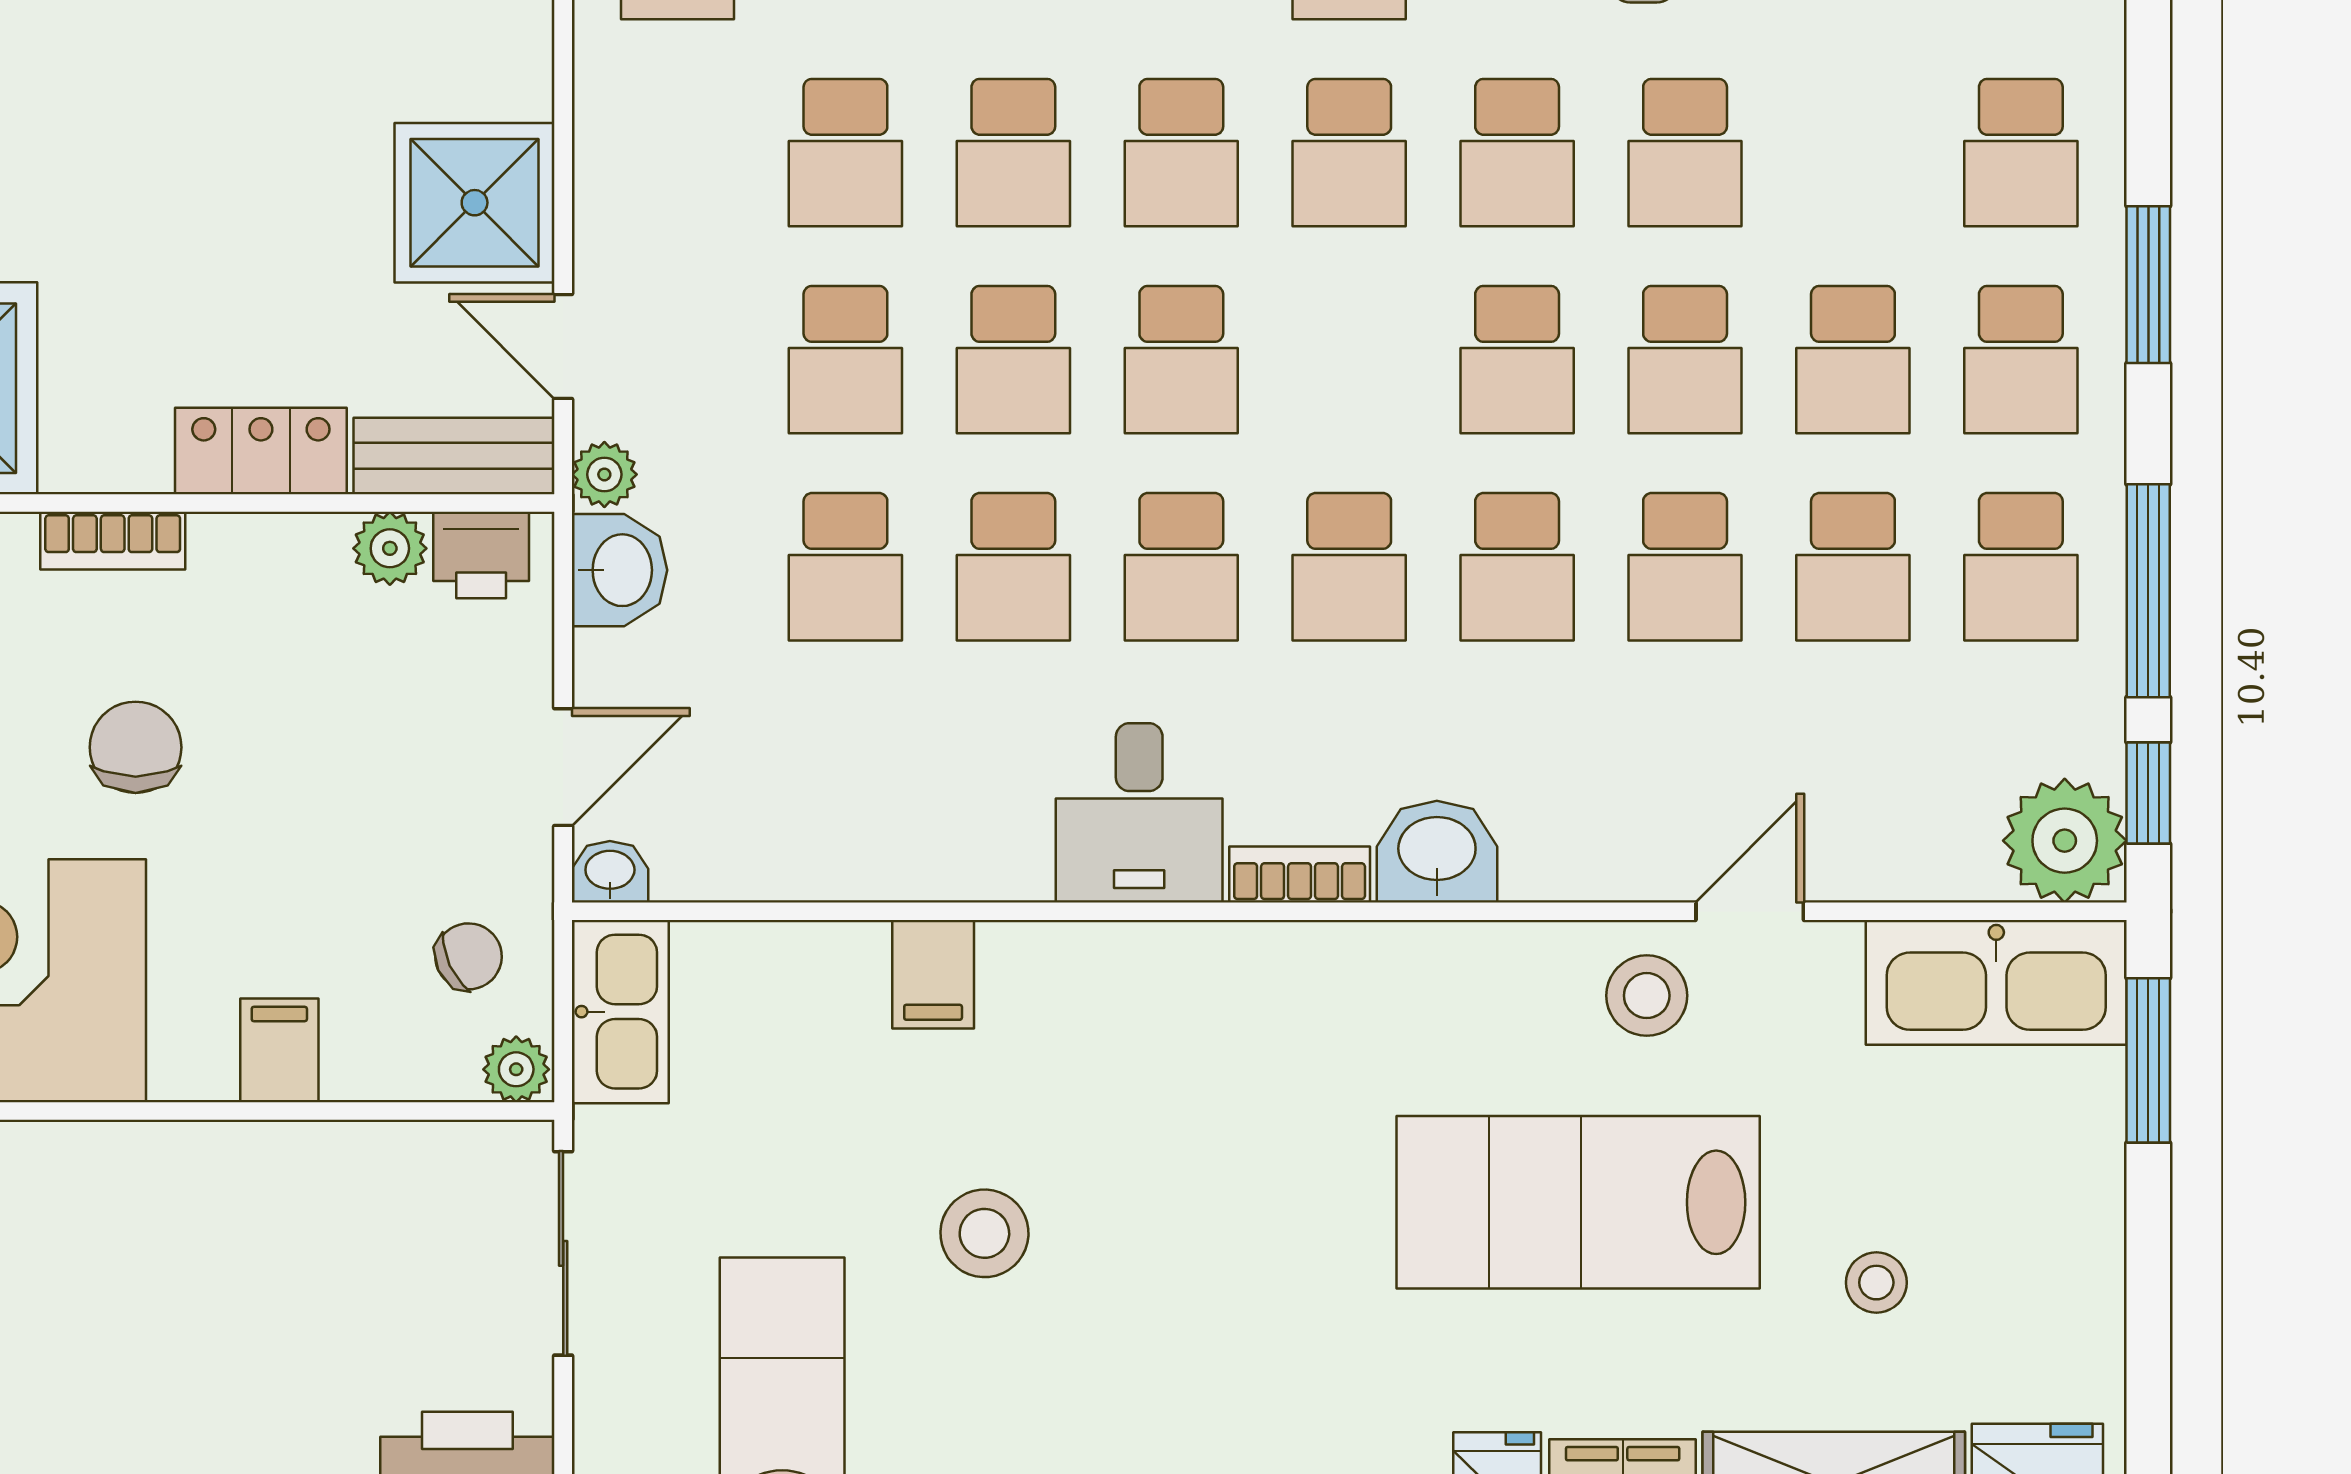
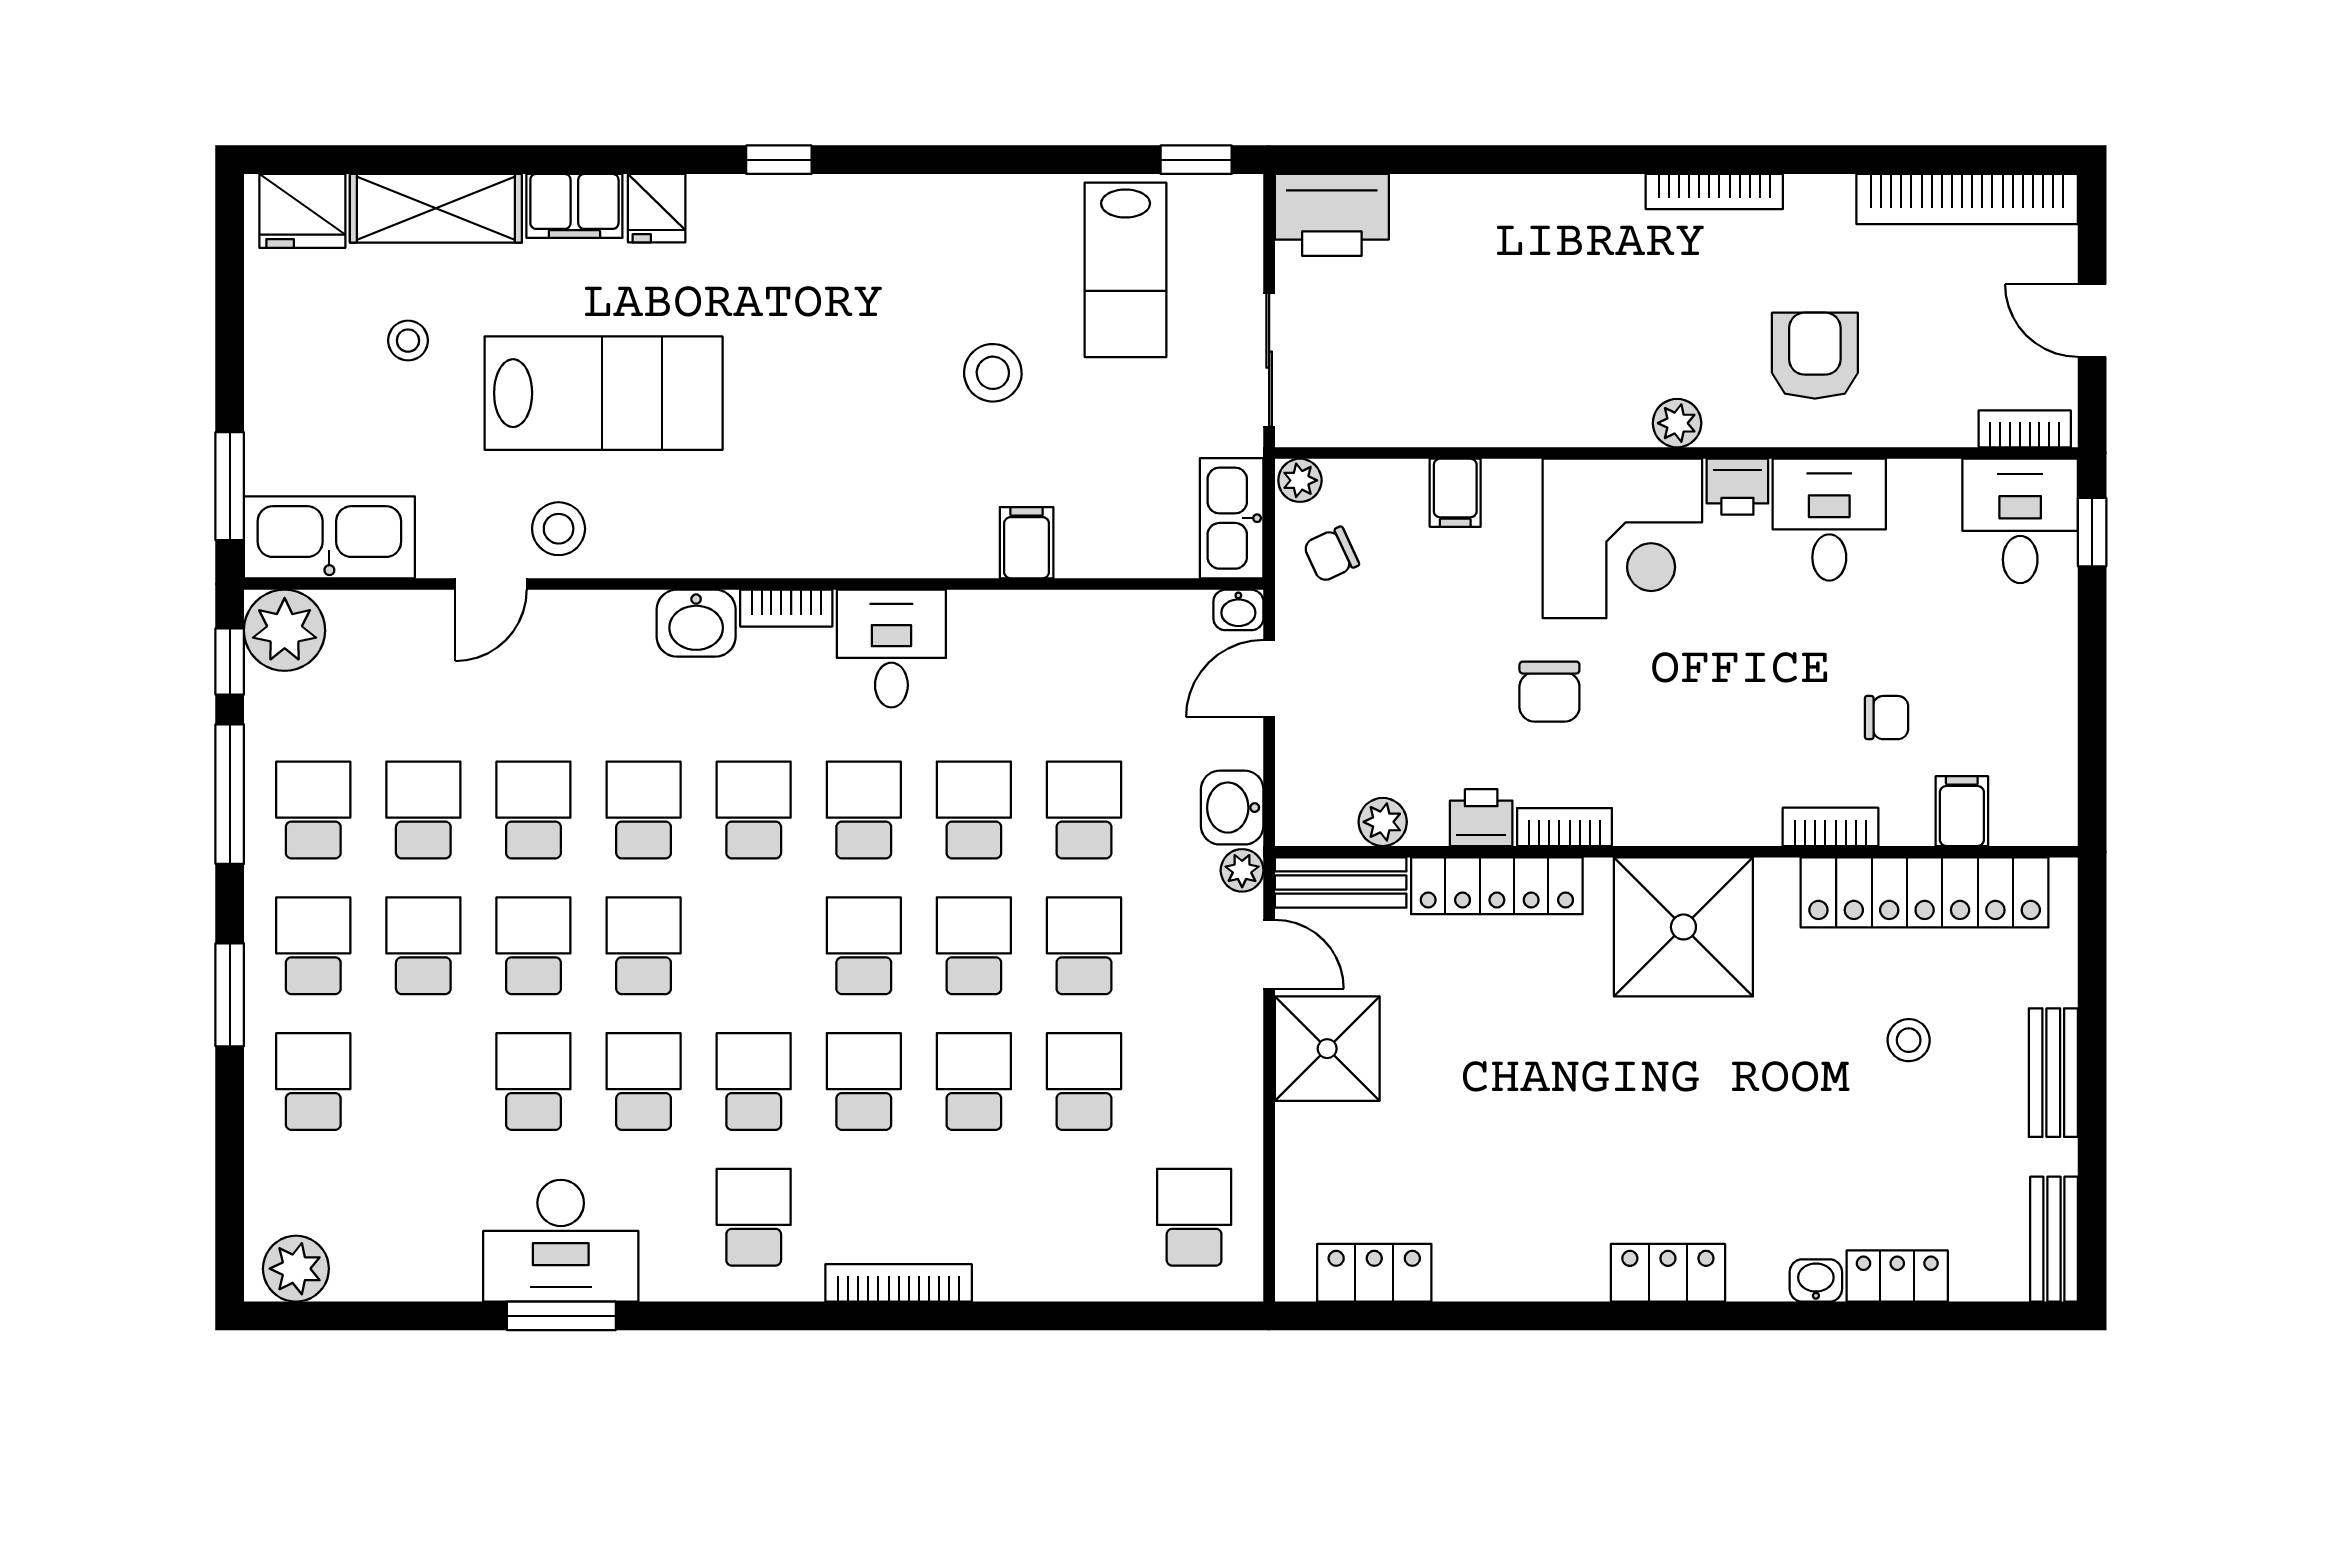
locker: (261, 451) -> (1497, 886), width x1.53
printer: (481, 555) -> (1481, 818), moved

